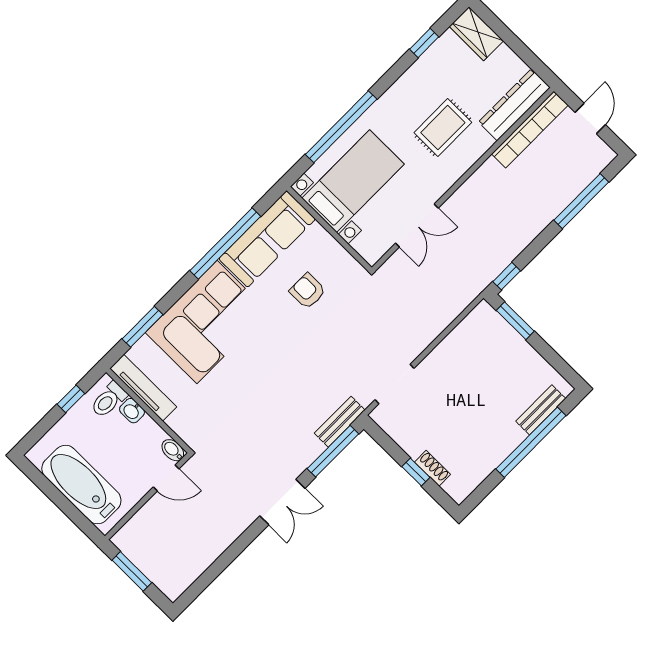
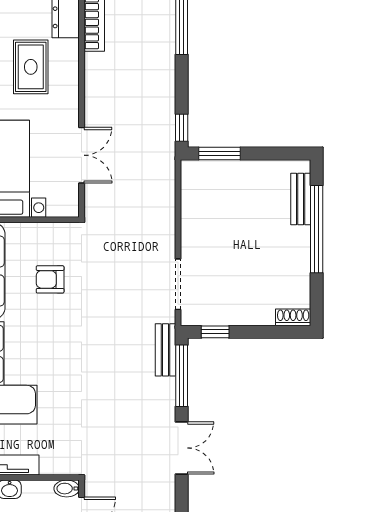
shoe rack: (433, 468) -> (293, 317), moved
window: (416, 472) -> (215, 332), moved

